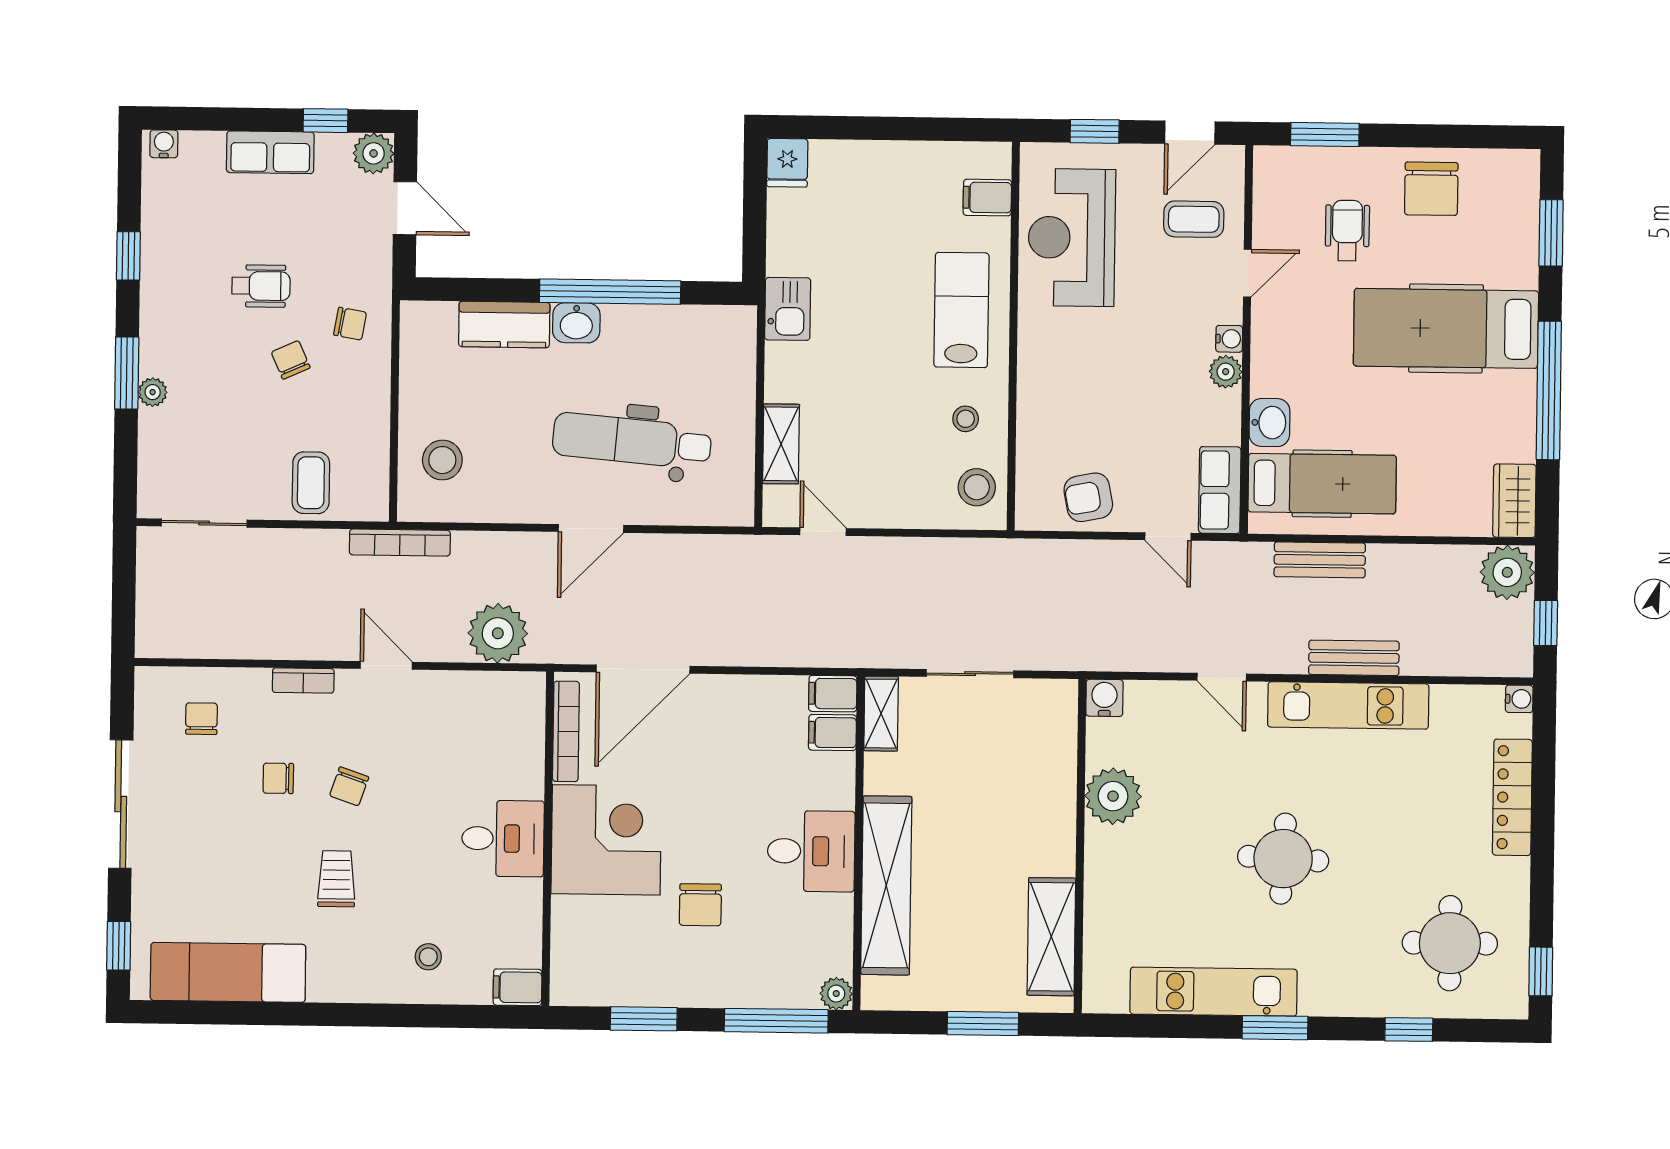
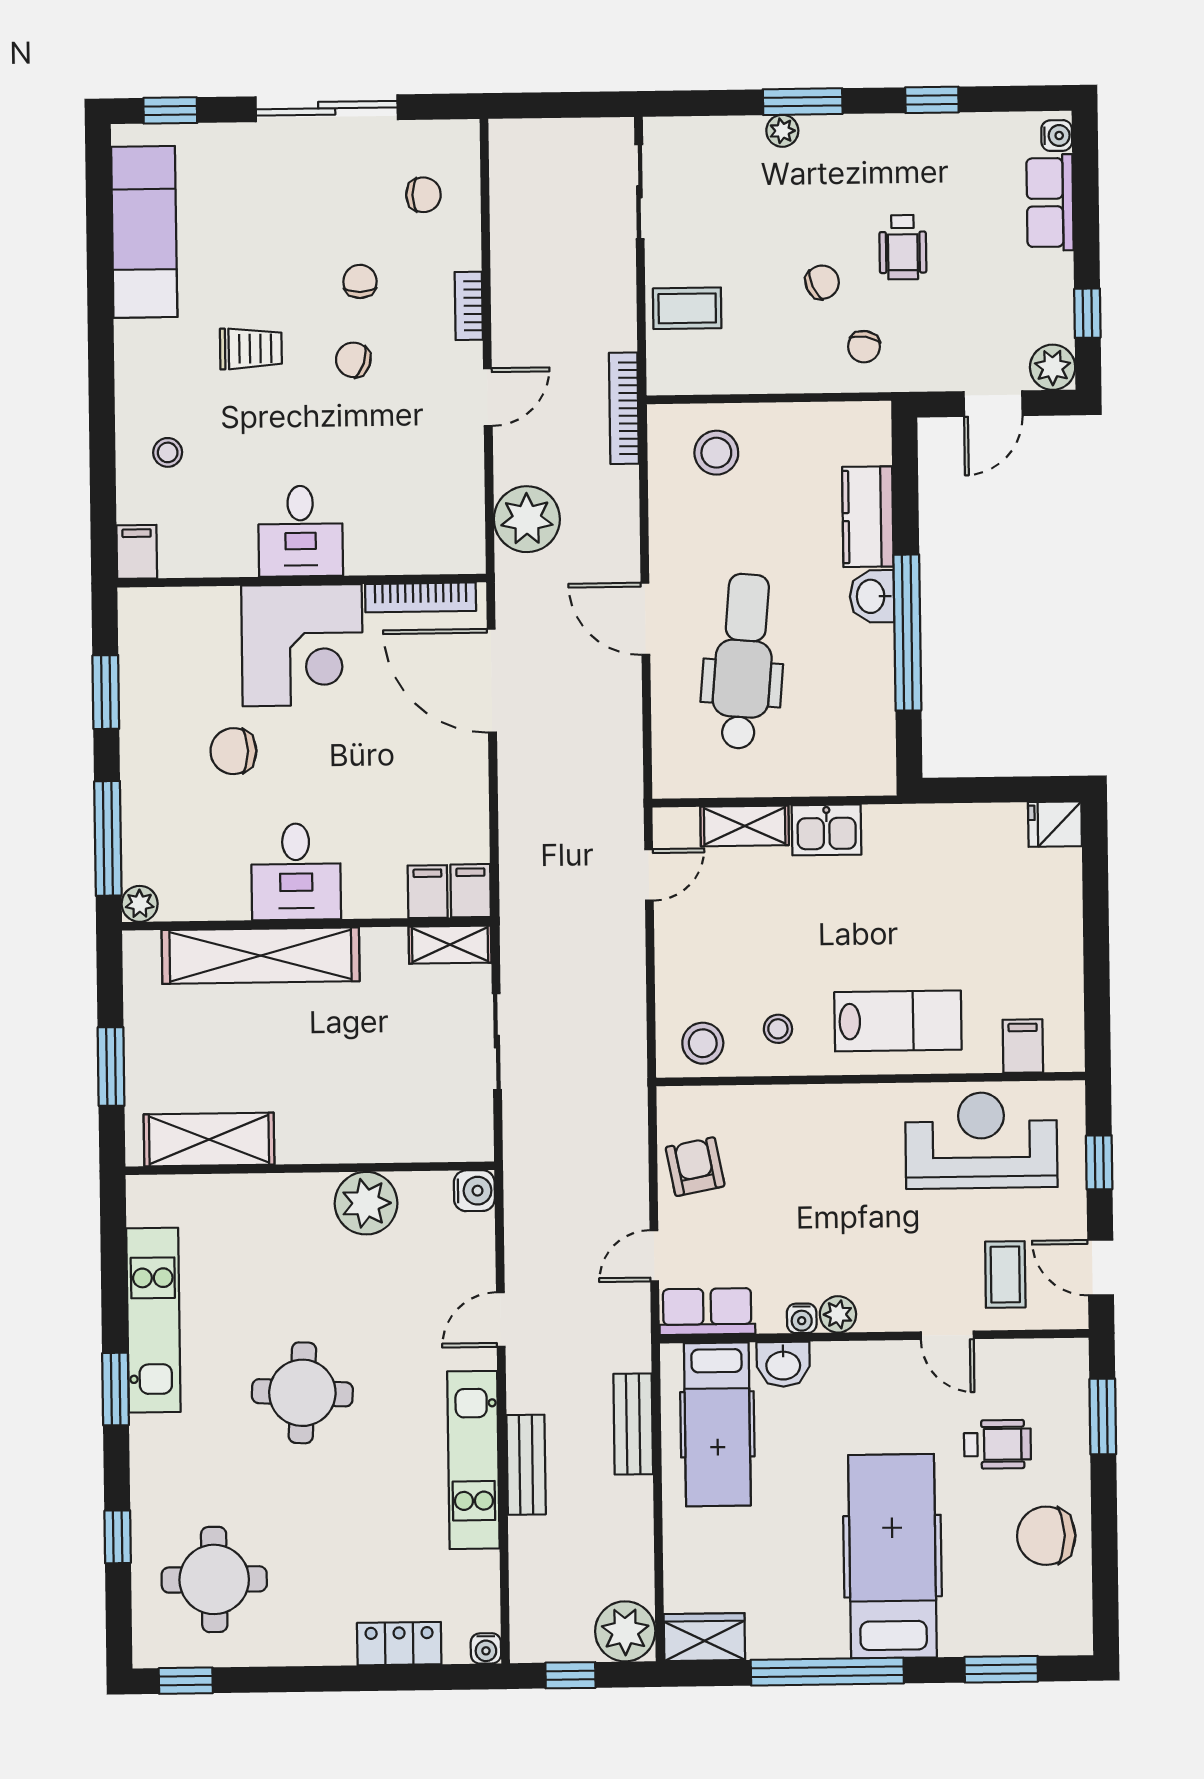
row of seats: (270, 152) -> (1050, 202), moved
kitchen sink: (788, 309) -> (827, 830), moved
water cooler: (1229, 339) -> (802, 1318), moved
locker: (1512, 797) -> (399, 1644), width x0.66

